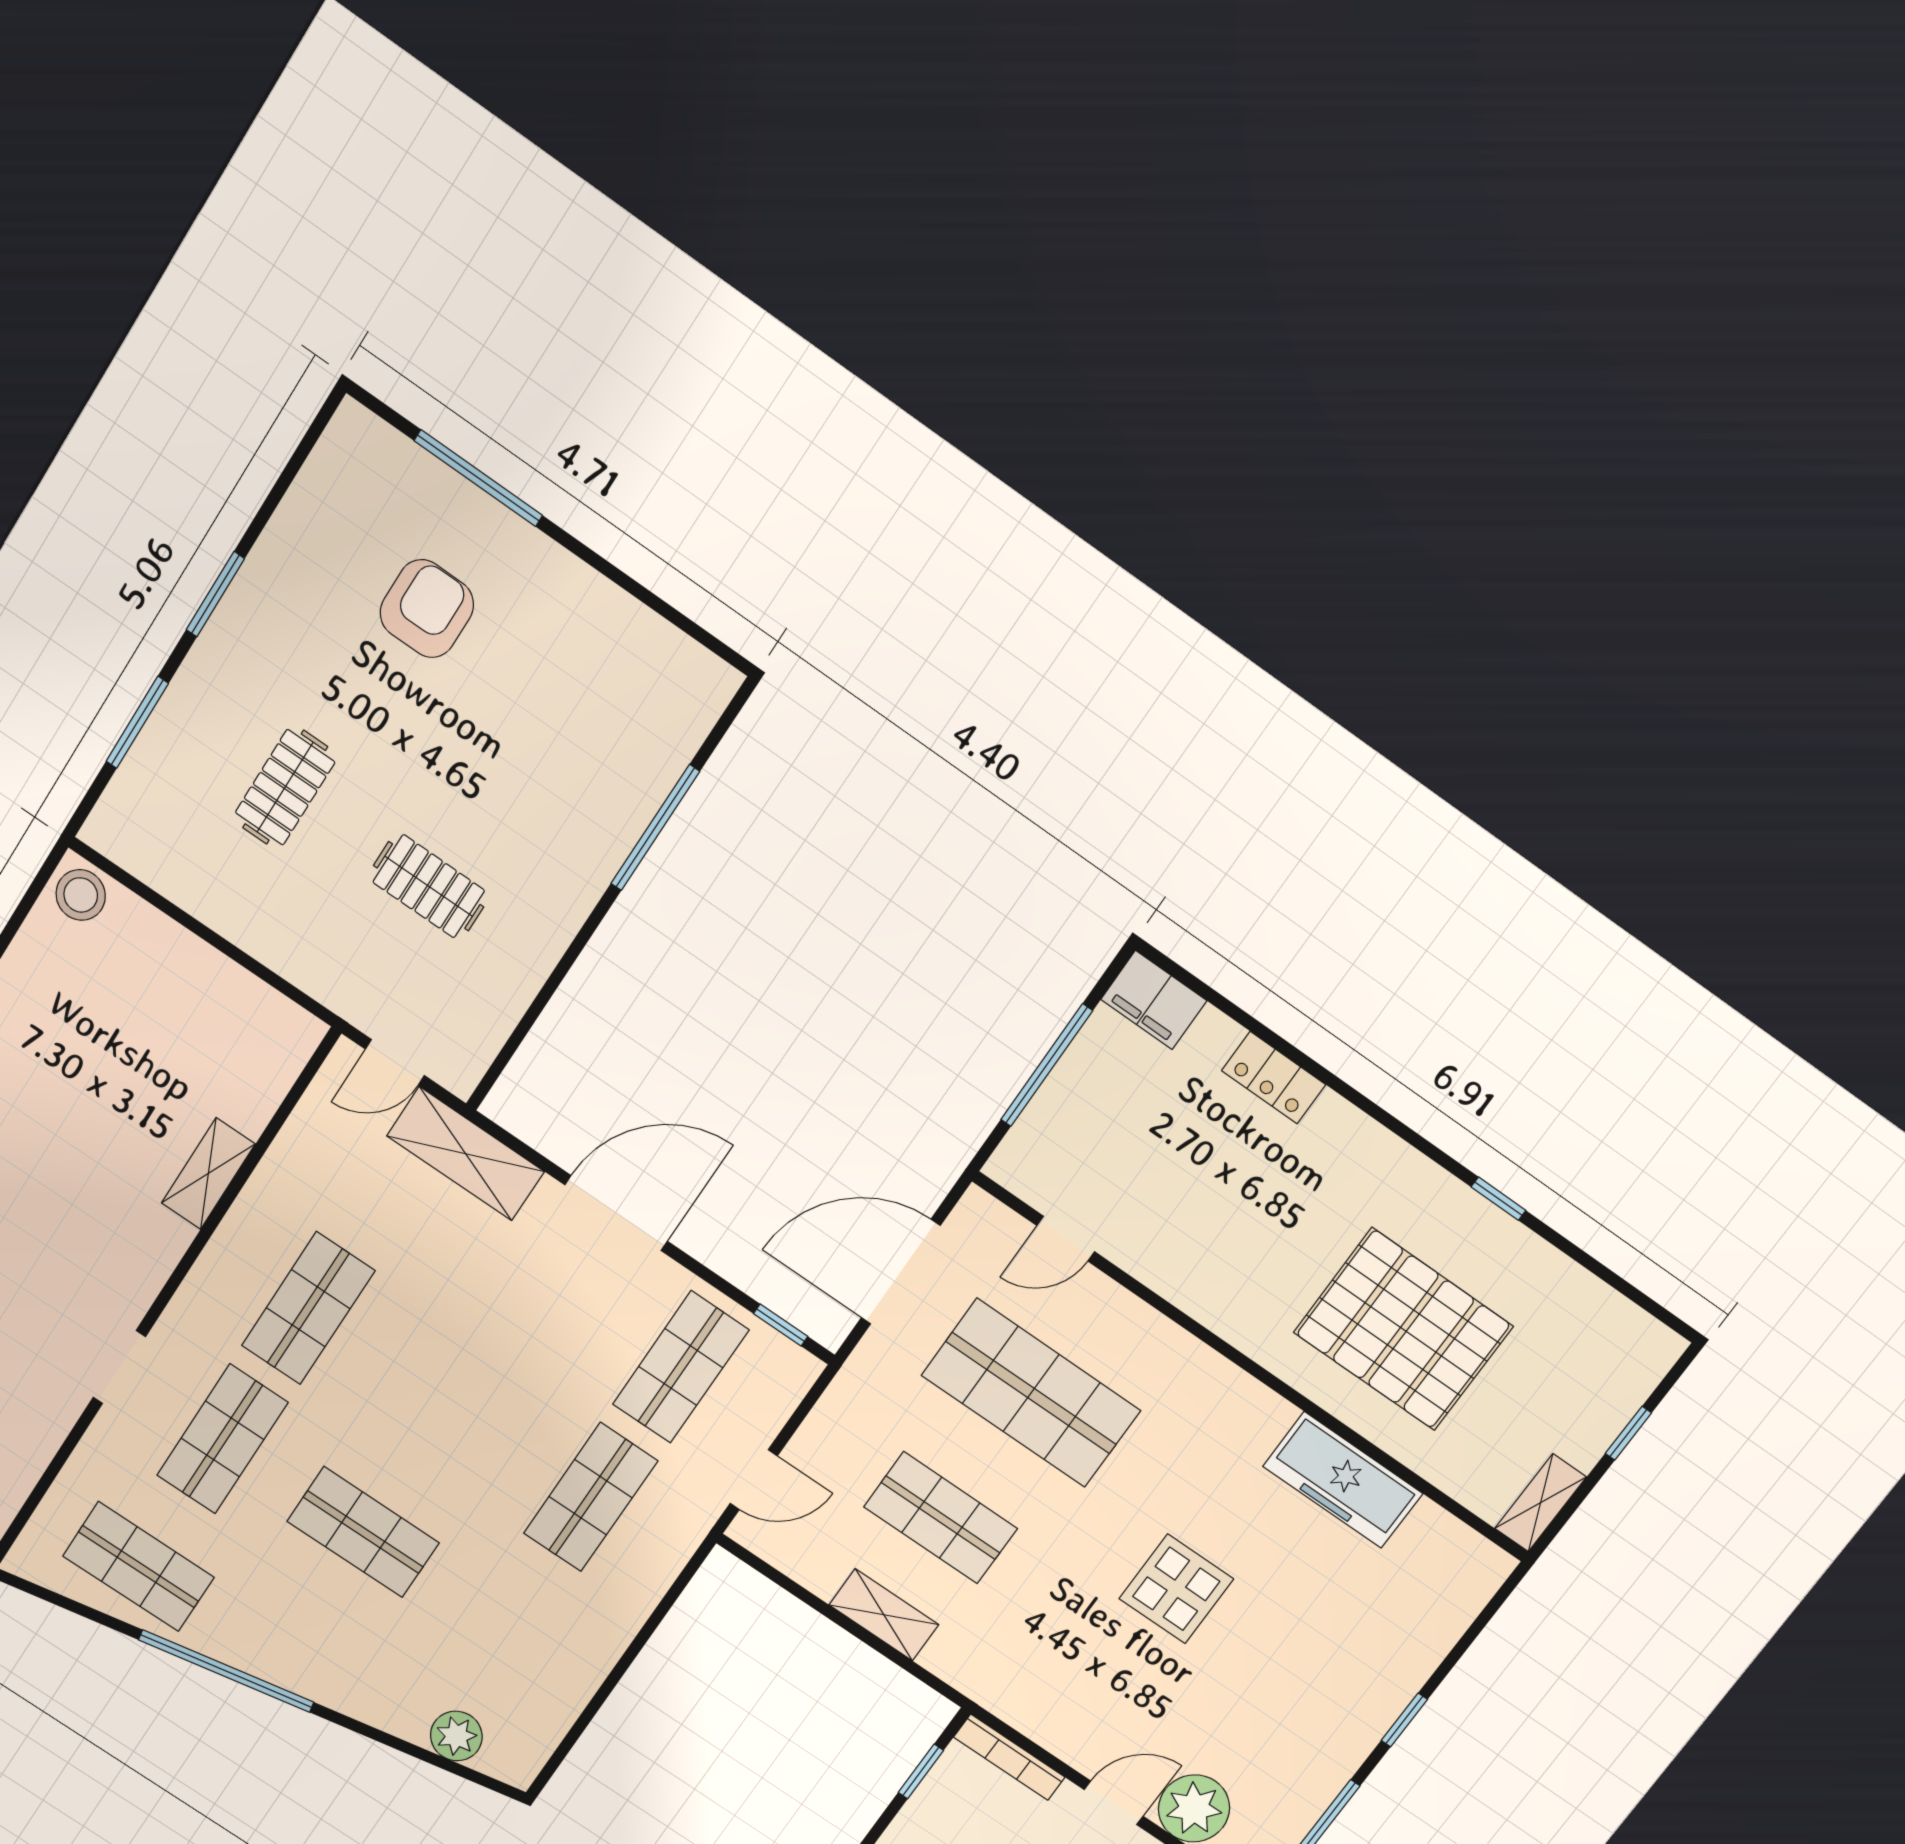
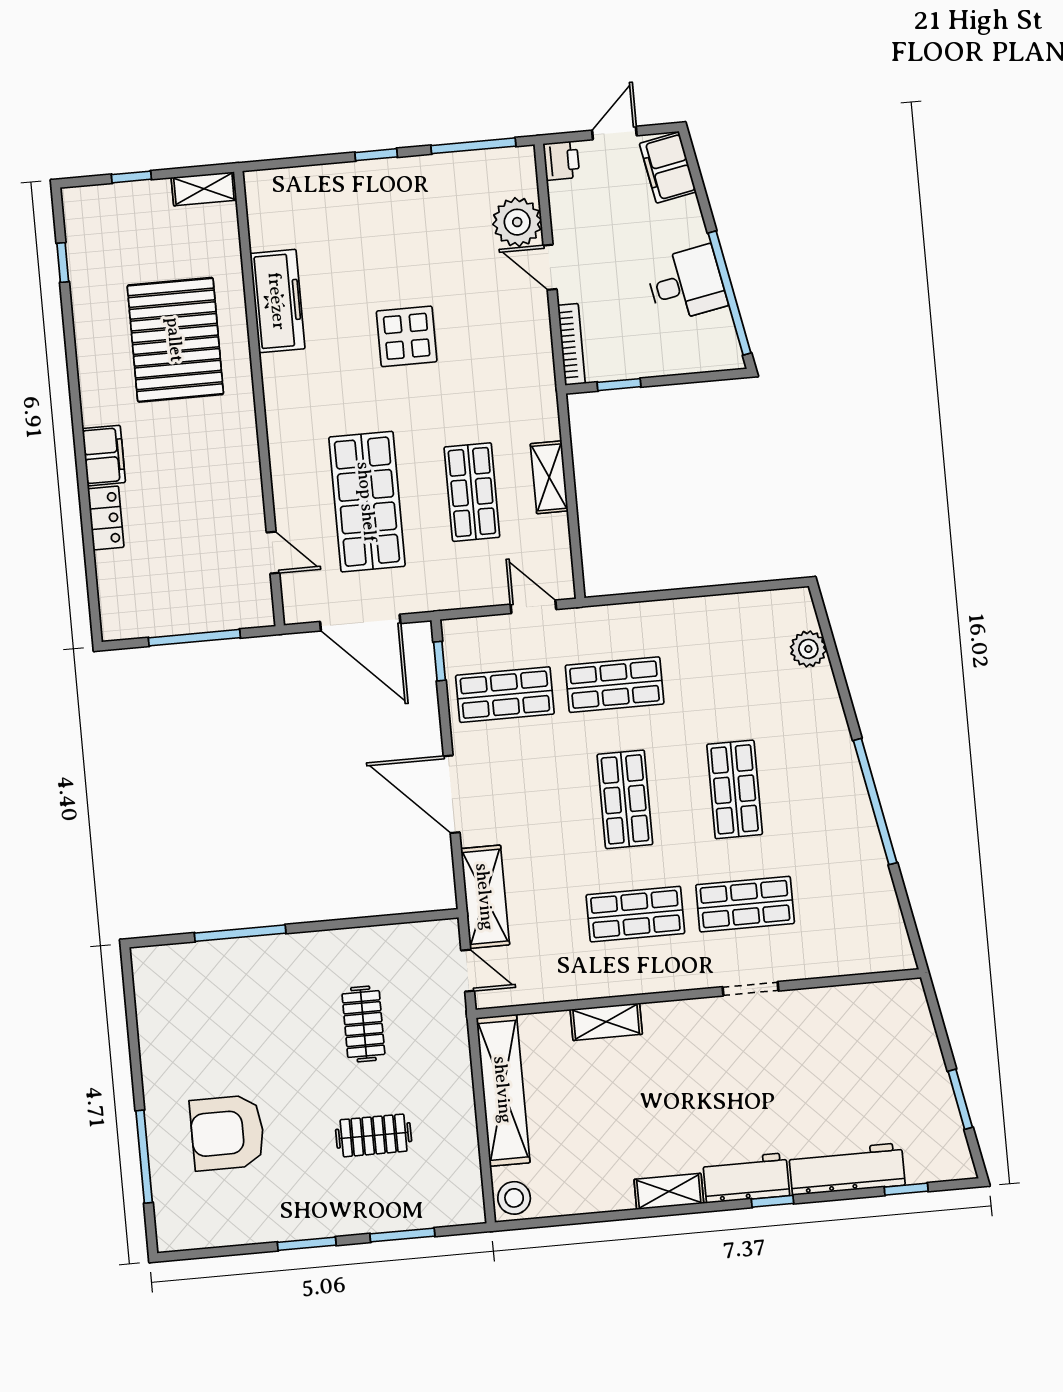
armchair: (427, 609) -> (227, 1133), width x1.36, depth x1.36
shelving: (220, 988) -> (503, 1090), added
filing cabinet: (1154, 1000) -> (104, 456), moved
window: (1498, 1199) -> (63, 262), moved
shop shelf: (138, 1567) -> (625, 799), moved

